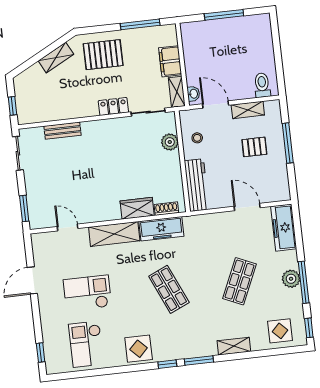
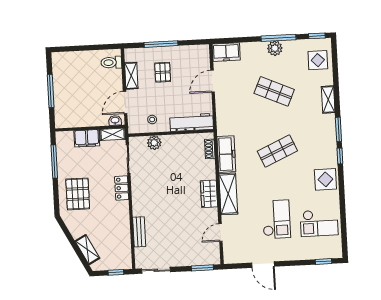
shelving: (56, 58) -> (87, 250), moved
wardrobe: (137, 208) -> (209, 194), moved
freezer: (284, 228) -> (226, 52), width x0.71
checkout: (87, 293) -> (276, 219), turned 180

